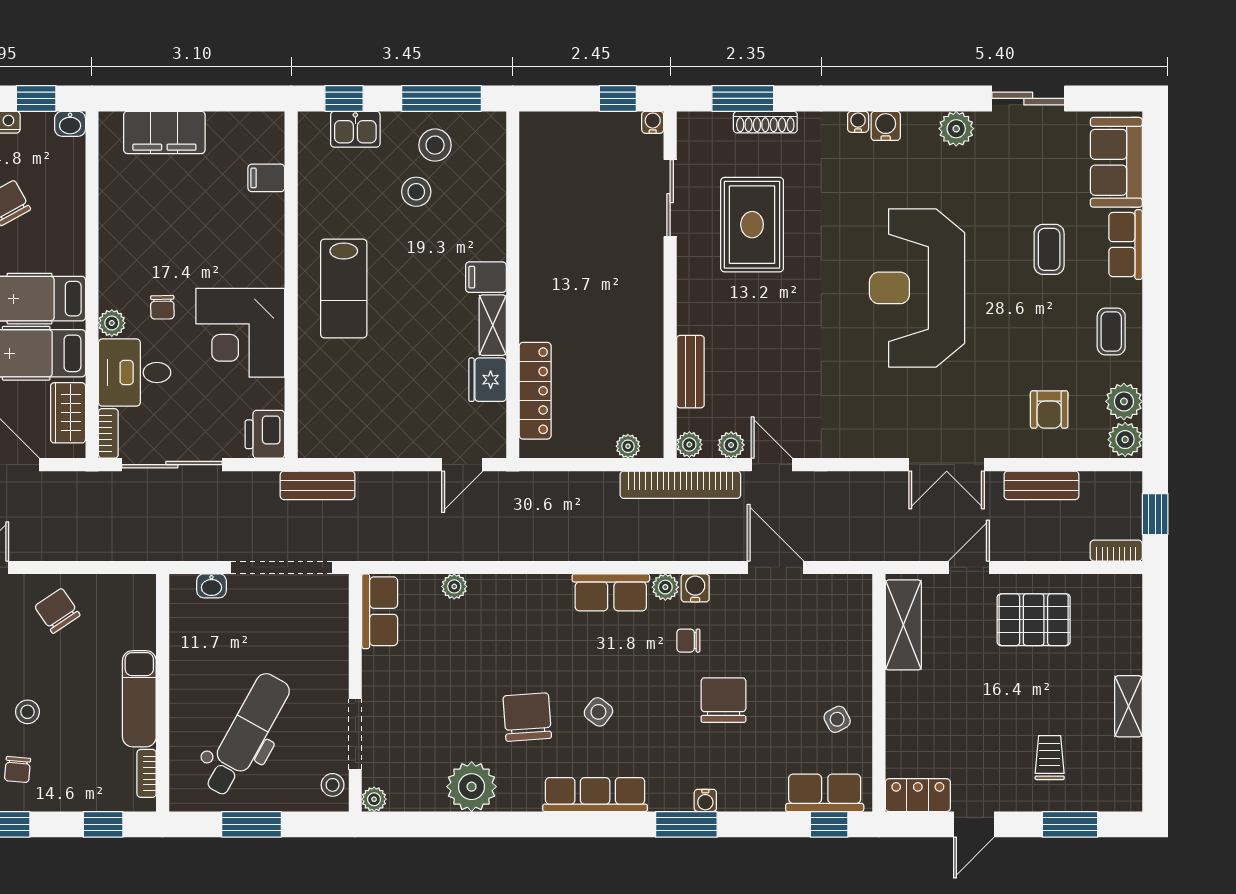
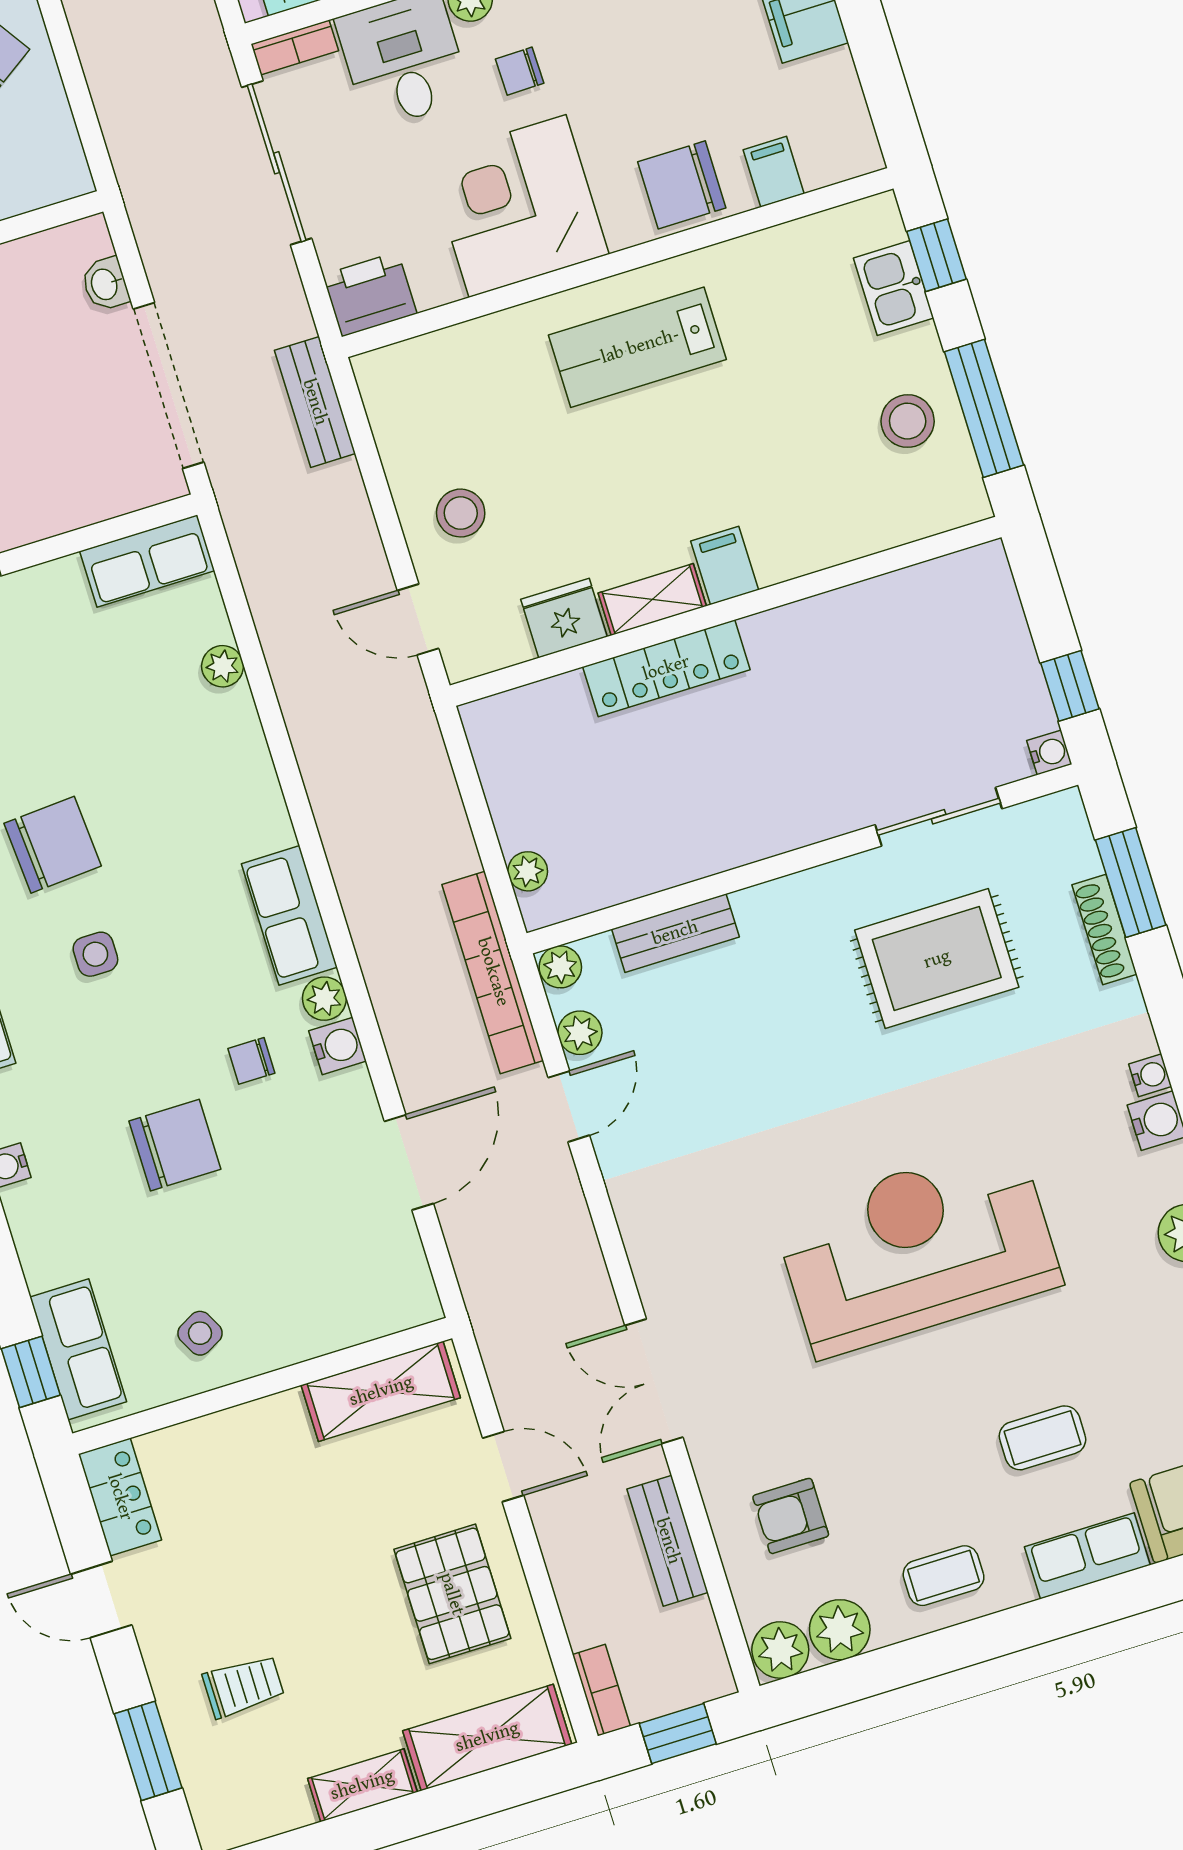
stool: (416, 192) -> (461, 513), moved
chair: (257, 234) -> (682, 185), added
locker: (535, 391) -> (666, 668), moved
shelving: (1123, 625) -> (487, 1737), added
chair: (688, 641) -> (251, 1061), turned -90
side table: (598, 712) -> (95, 954), turned -37

